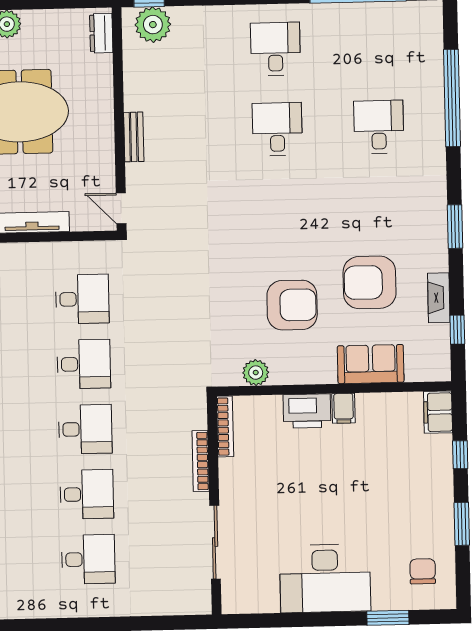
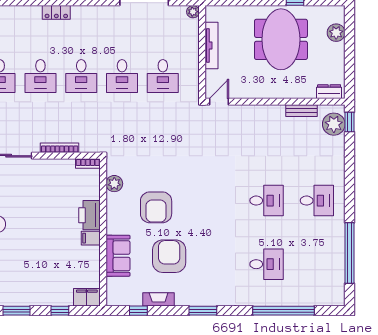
bench: (134, 137) -> (302, 111), moved
bookcase: (225, 426) -> (88, 164), width x0.64

